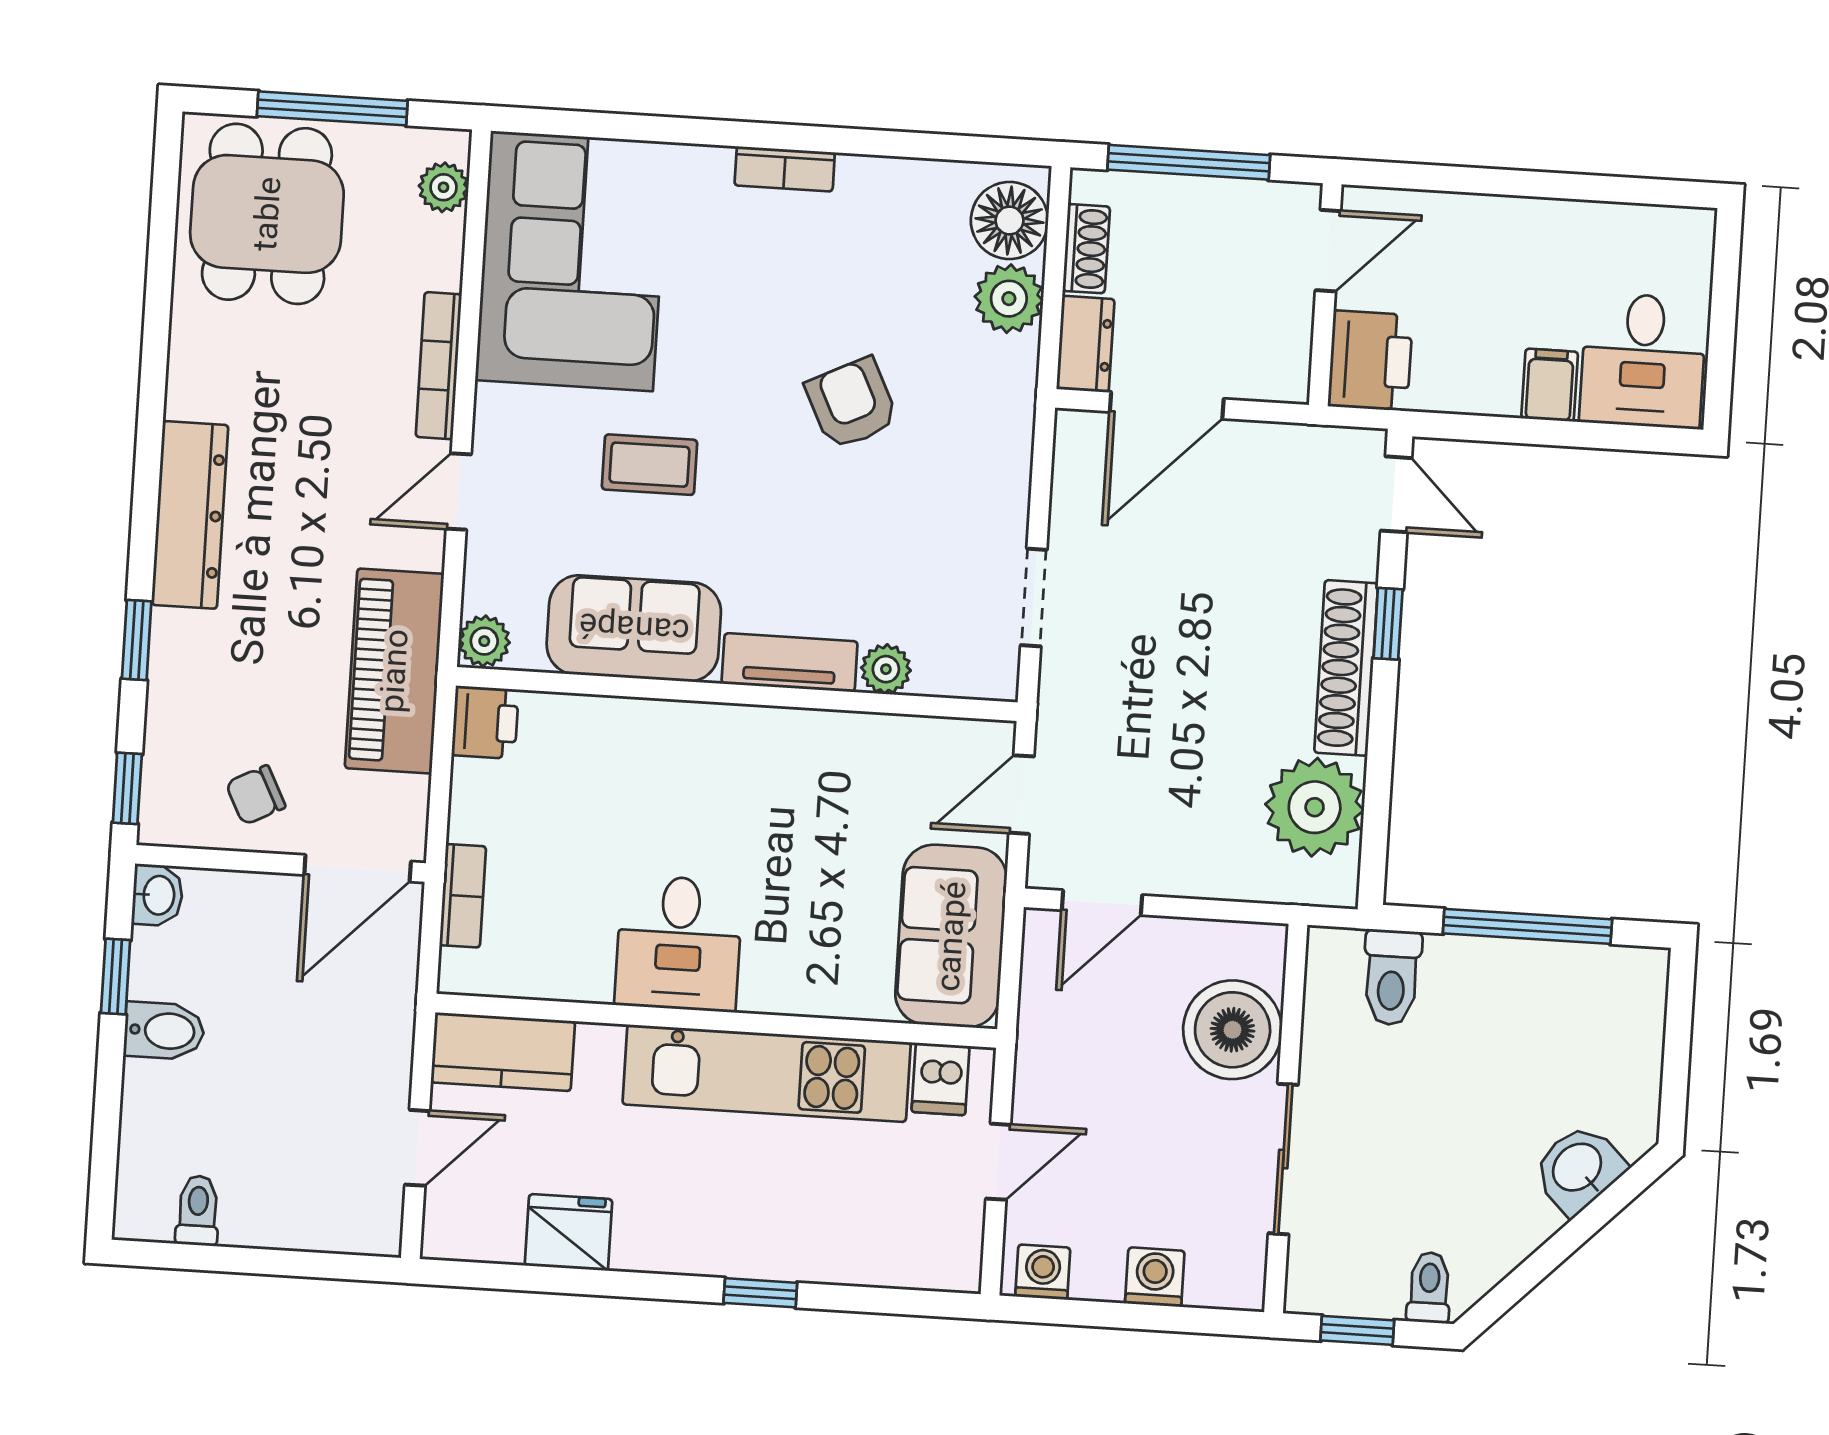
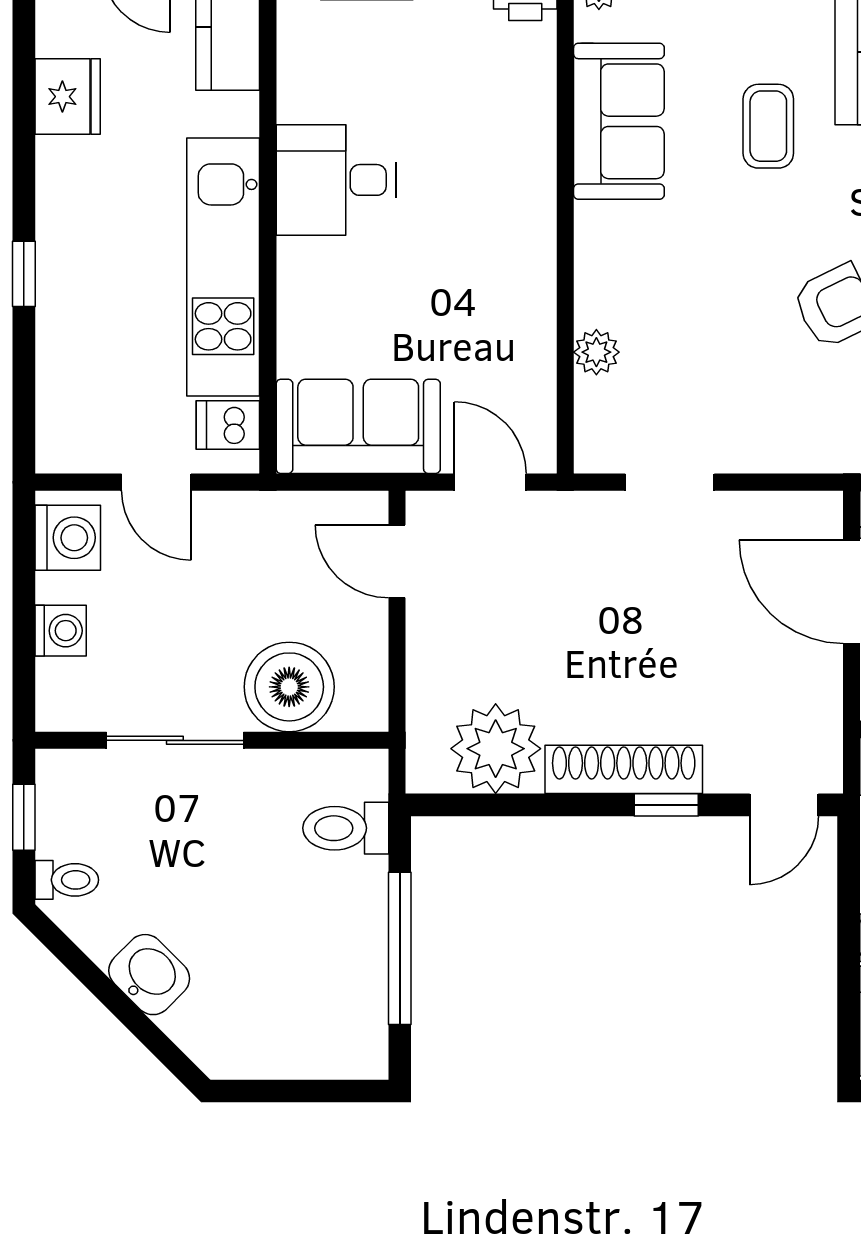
tv unit: (790, 663) -> (597, 264), removed
washbasin: (1578, 1169) -> (149, 975), moved
washing machine: (1043, 1272) -> (68, 538), width x1.38, depth x1.38

